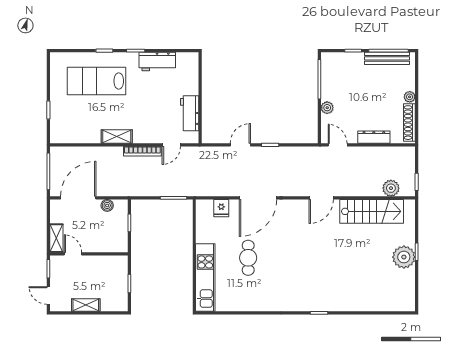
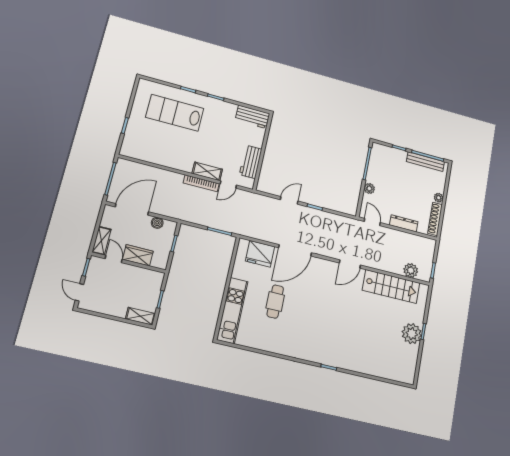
workbench: (157, 62) -> (253, 117), moved
shelving: (117, 137) -> (207, 171), moved
fridge: (221, 208) -> (260, 254), width x1.88, depth x1.34
wardrobe: (96, 244) -> (138, 255), added
shelving: (86, 305) -> (140, 316), moved

